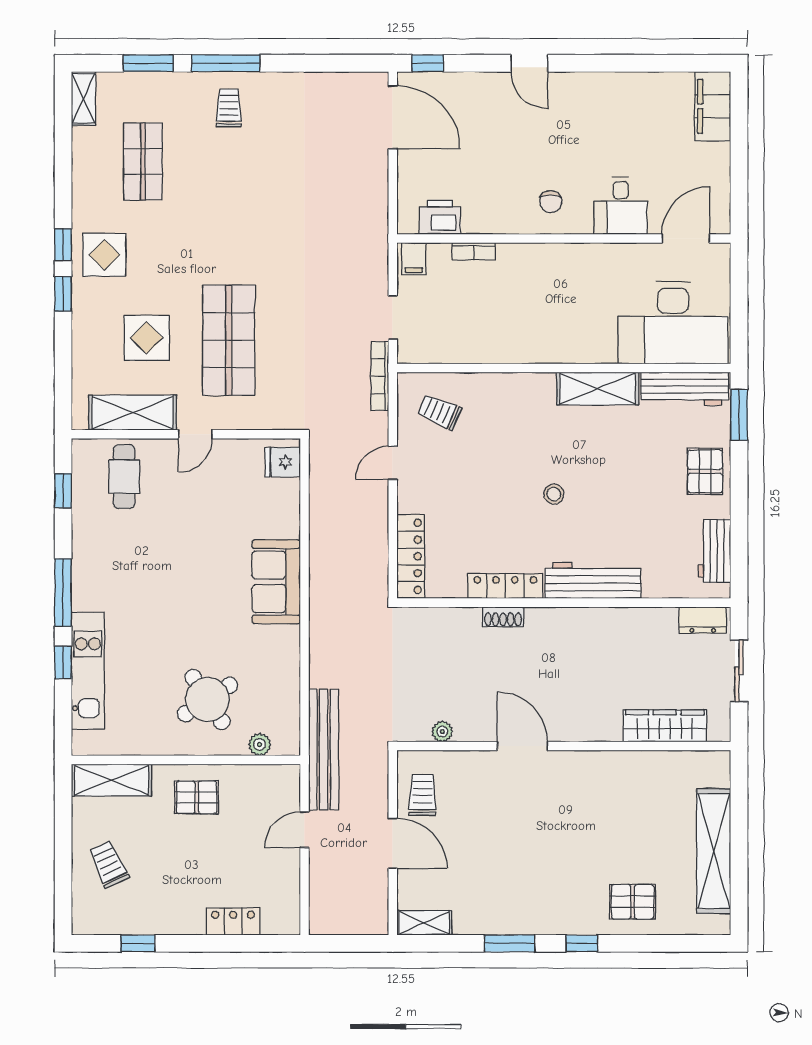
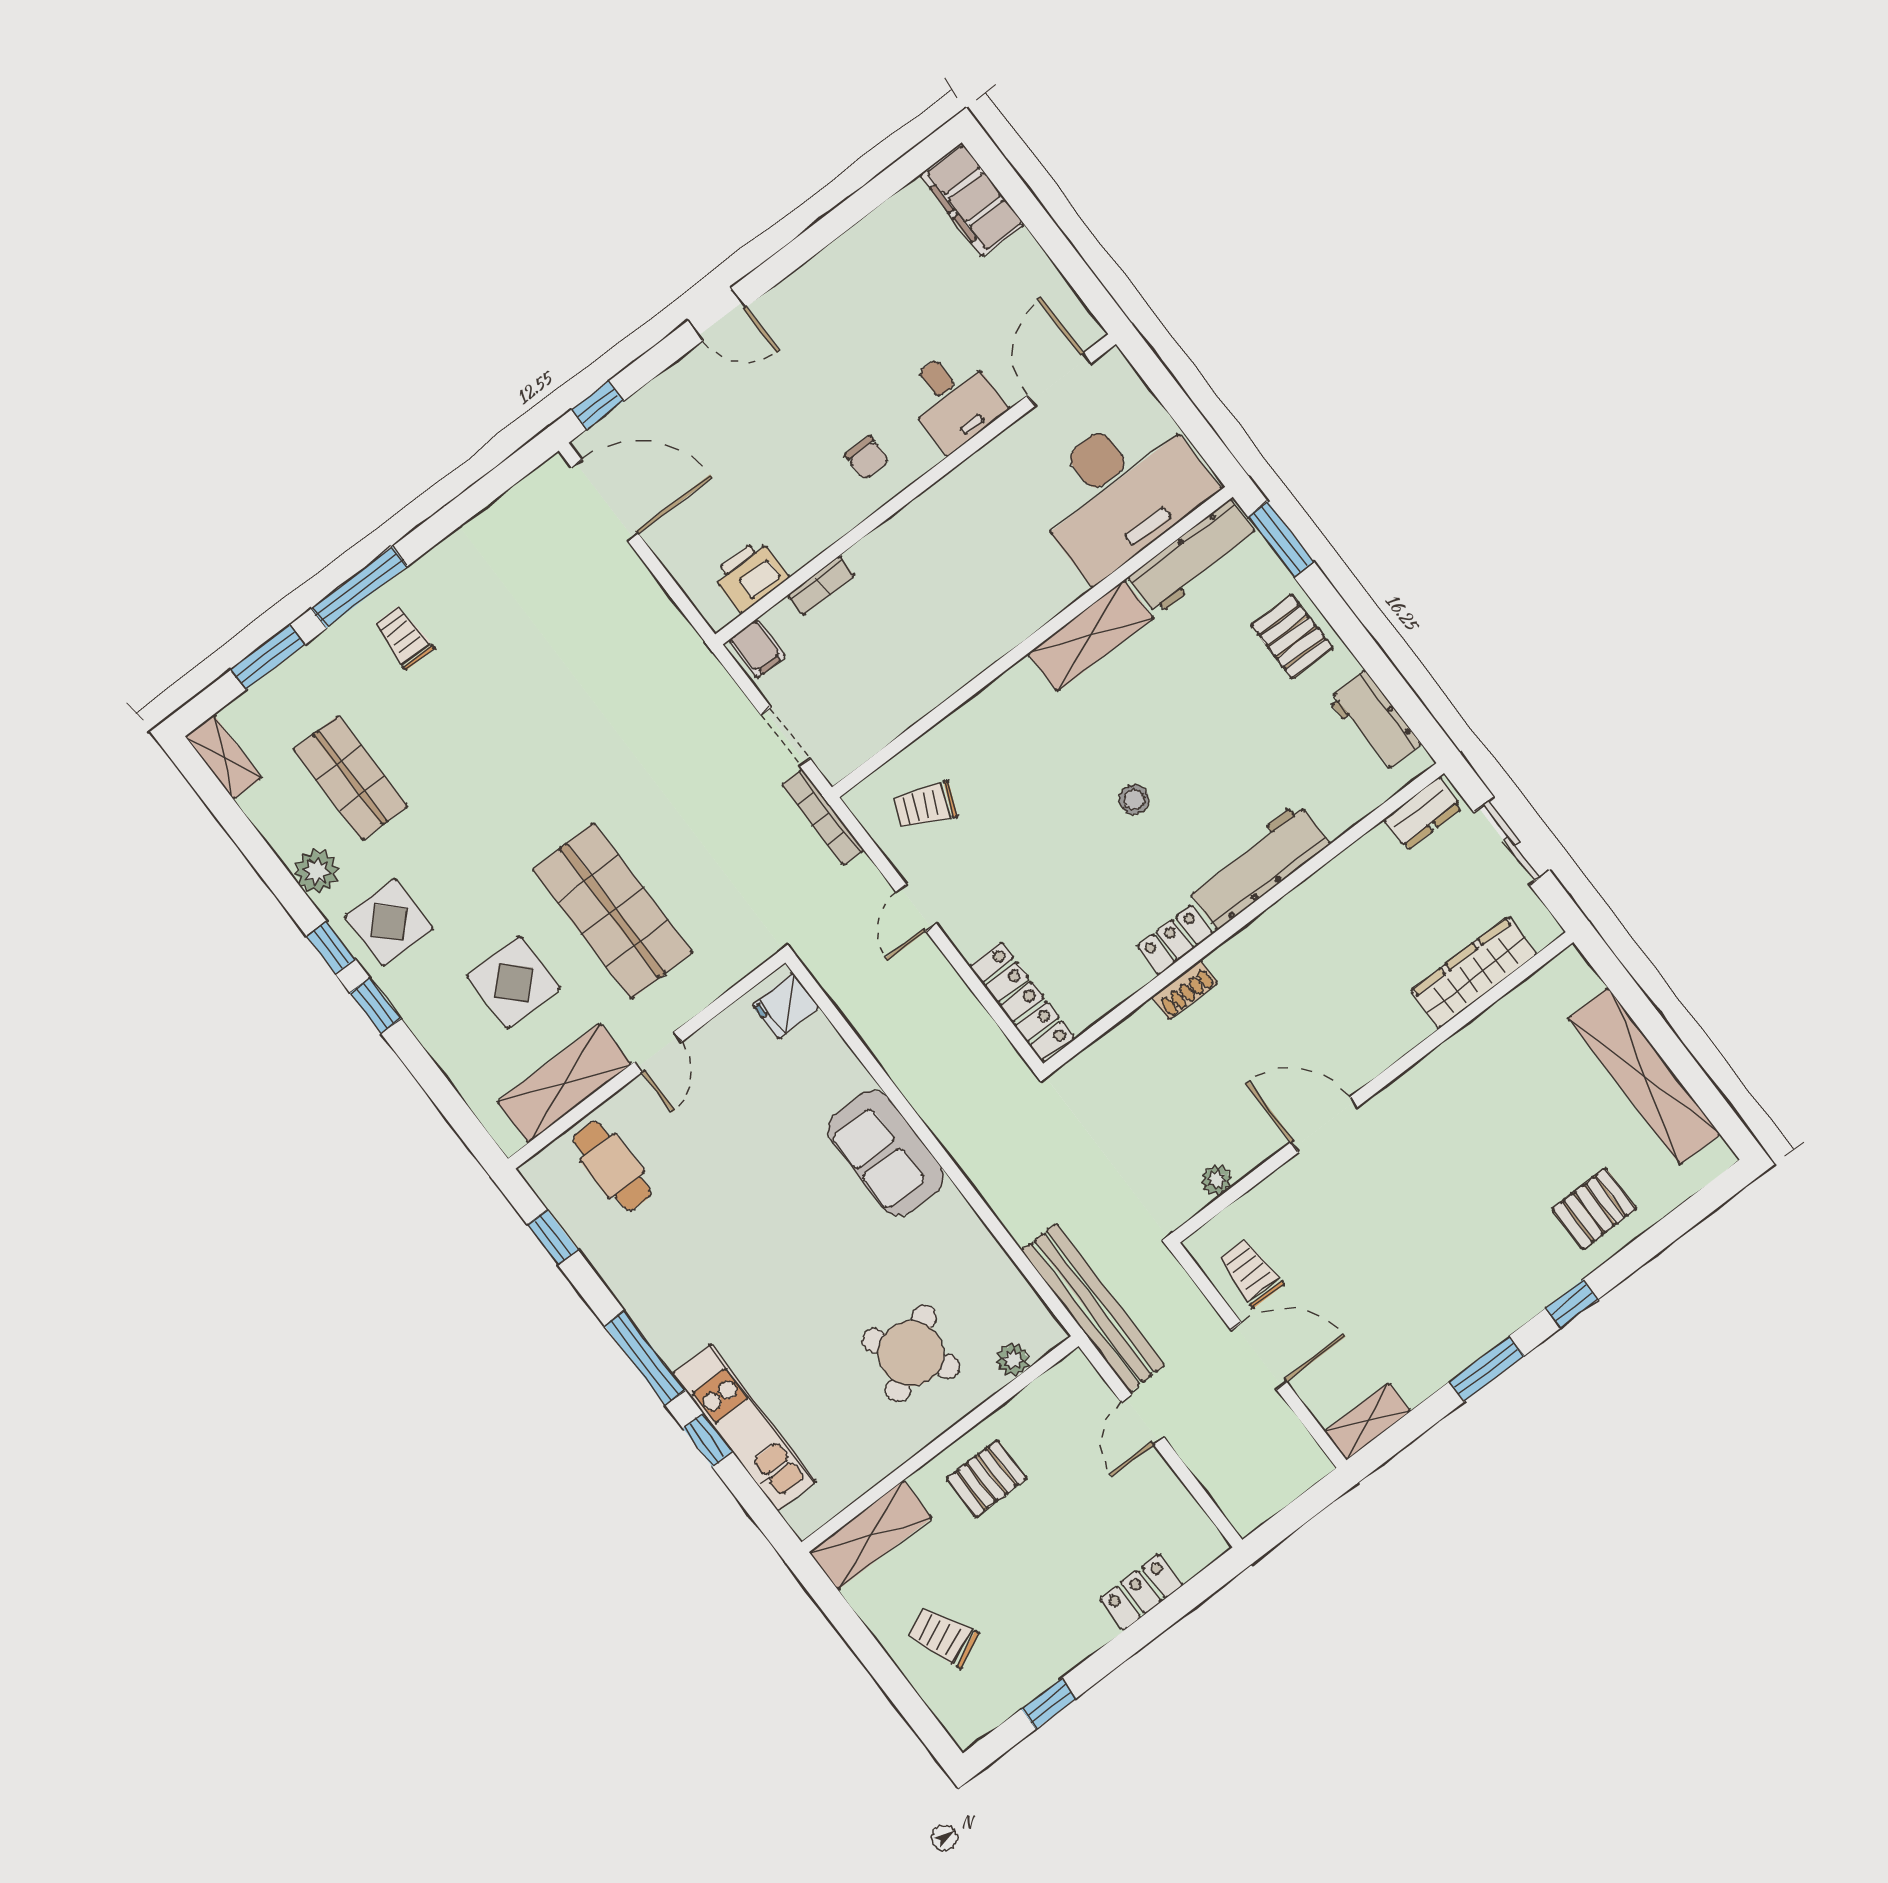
plant: (86, 198) -> (317, 871), added
locker: (505, 586) -> (1175, 940), width x0.66

